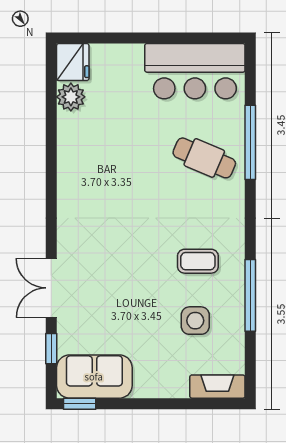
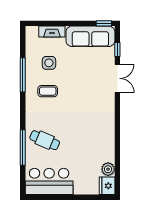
sofa: (94, 377) -> (90, 36), width x1.36
fireplace: (217, 387) -> (52, 32), moved

